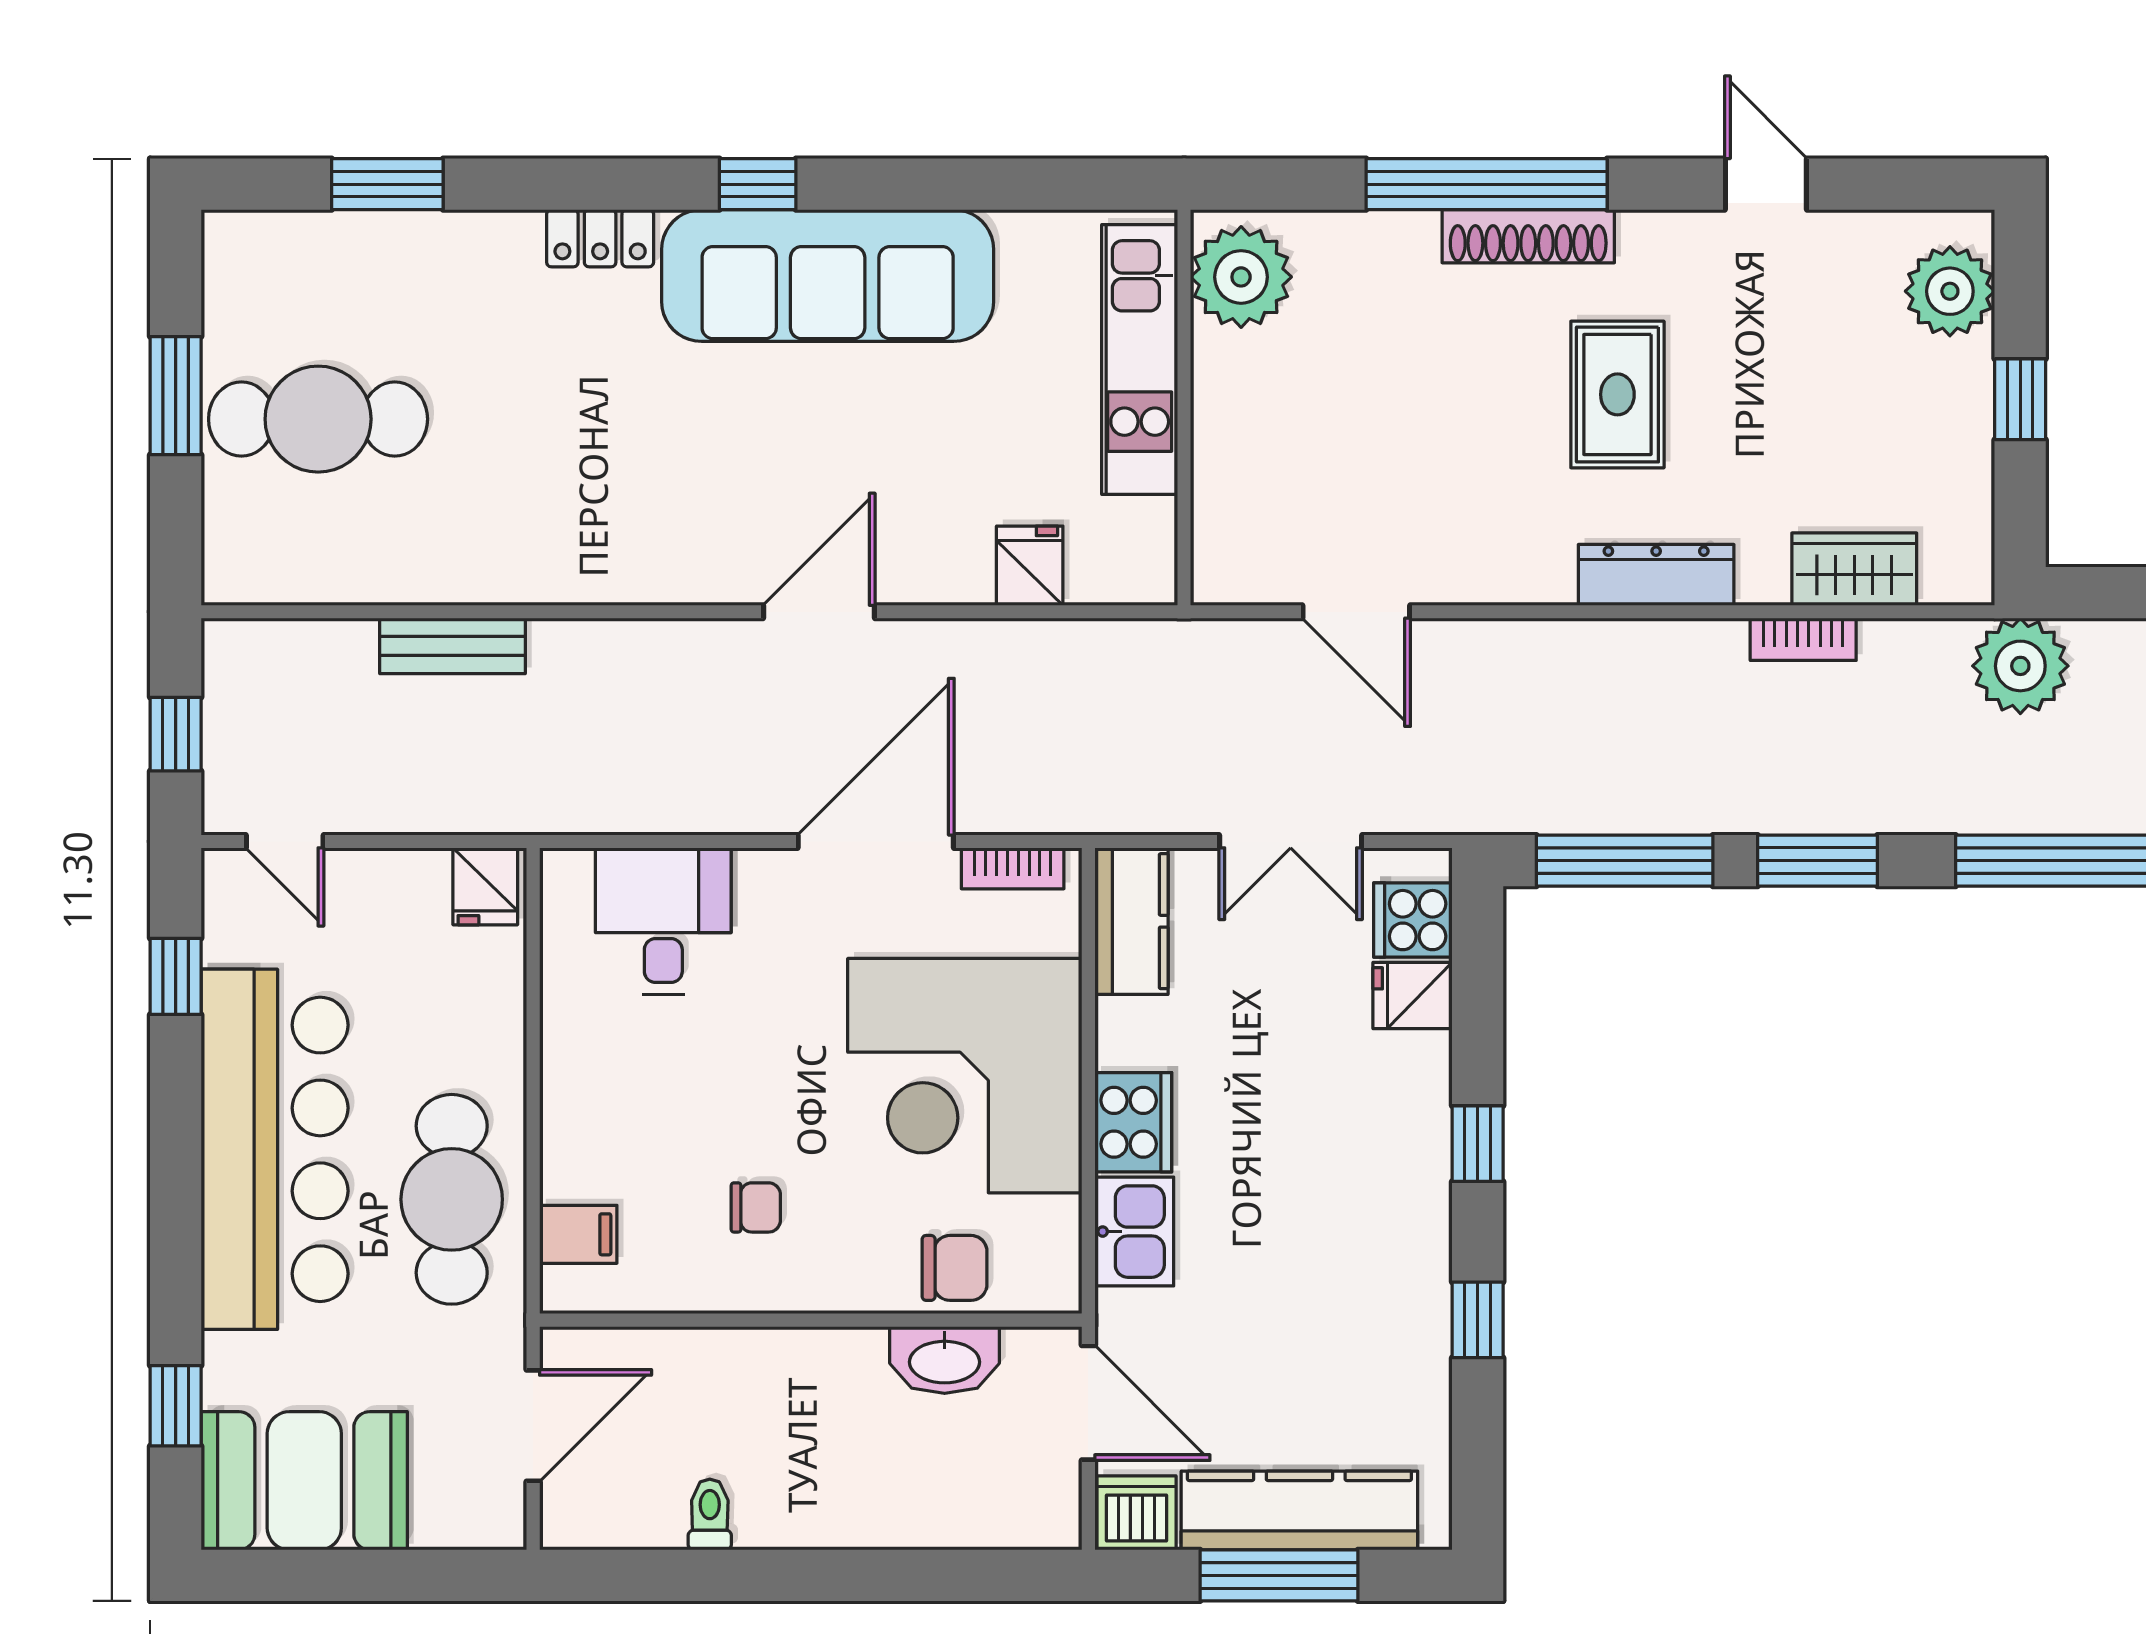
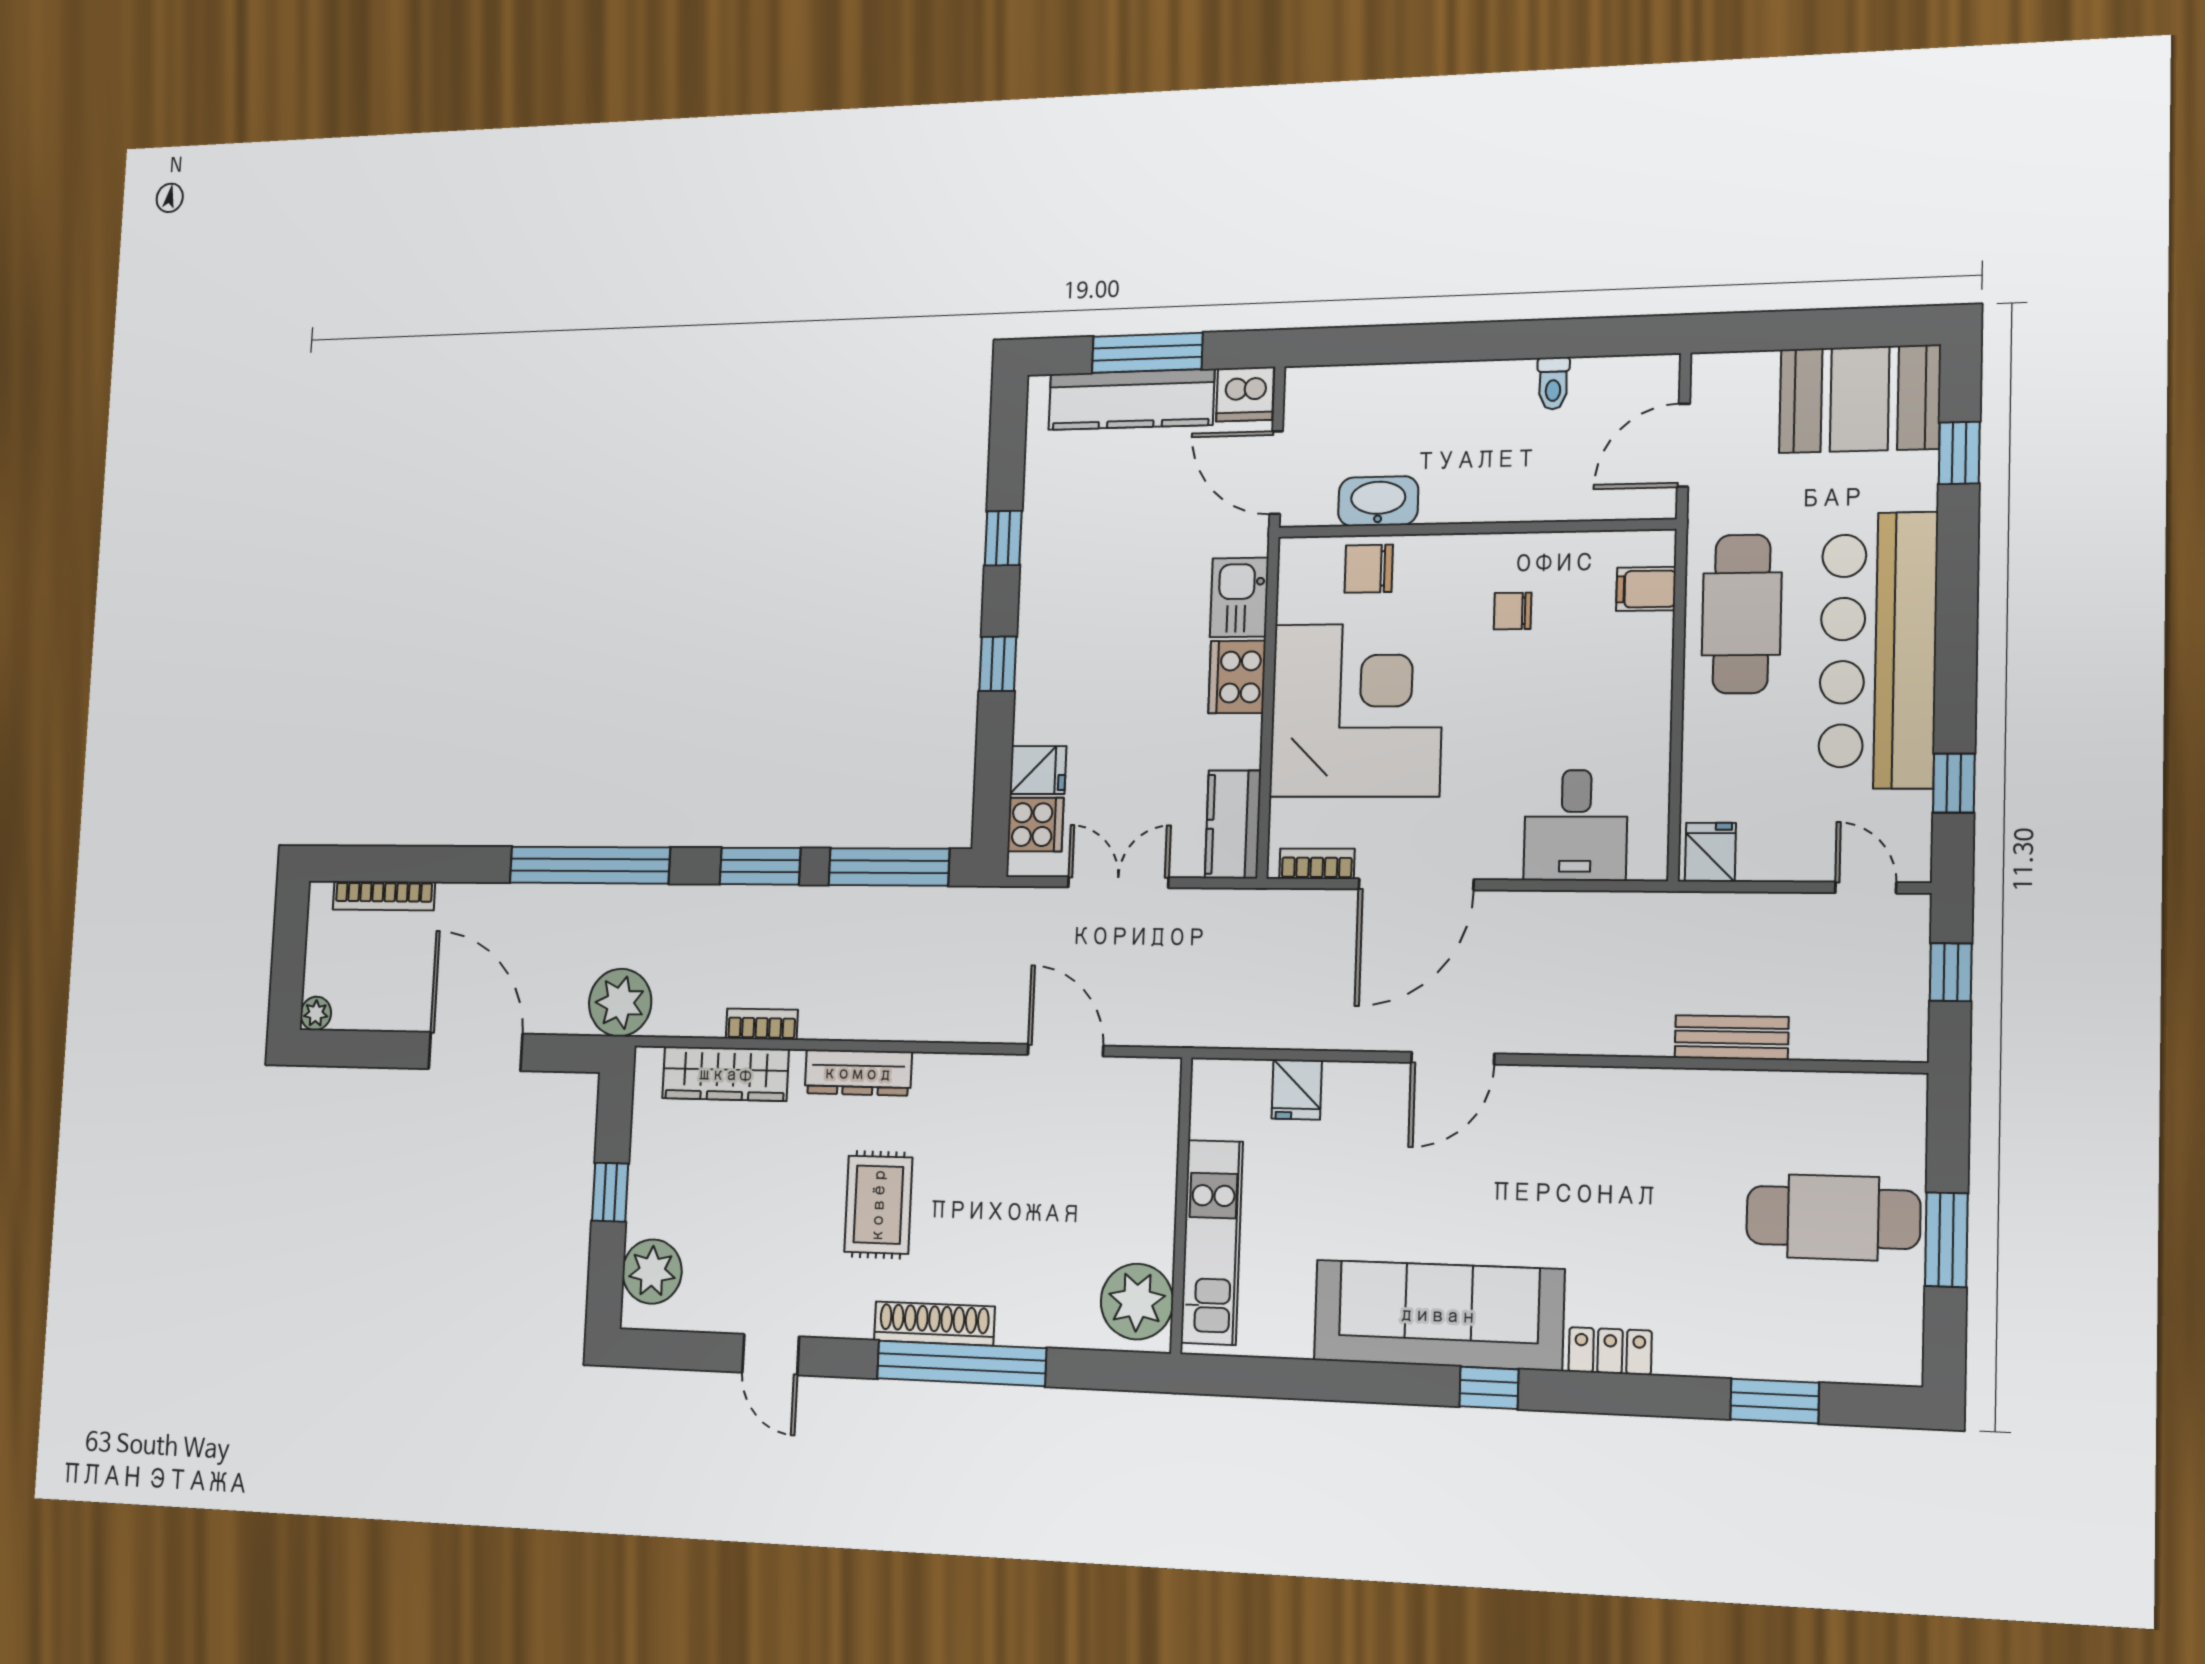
wardrobe: (1854, 569) -> (725, 1074), width x1.50

